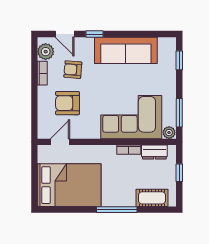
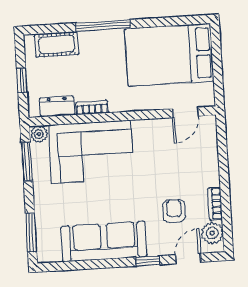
door: (65, 34) -> (188, 258), hinge flipped
window: (179, 60) -> (31, 232), width x1.50
armchair: (73, 70) -> (174, 211), turned -95
armchair: (67, 103) -> (178, 165), removed

